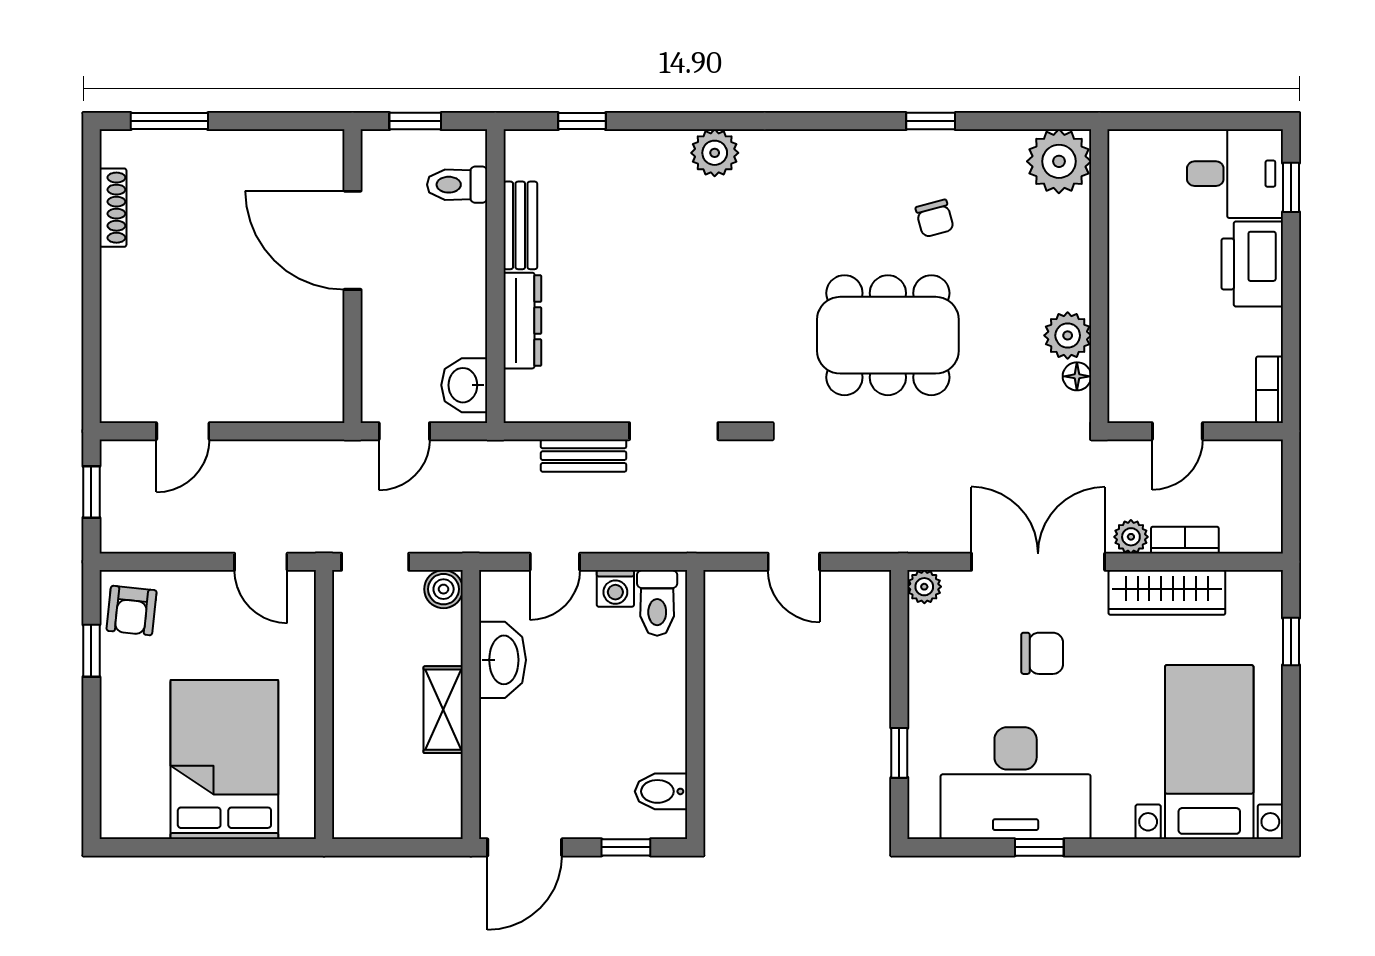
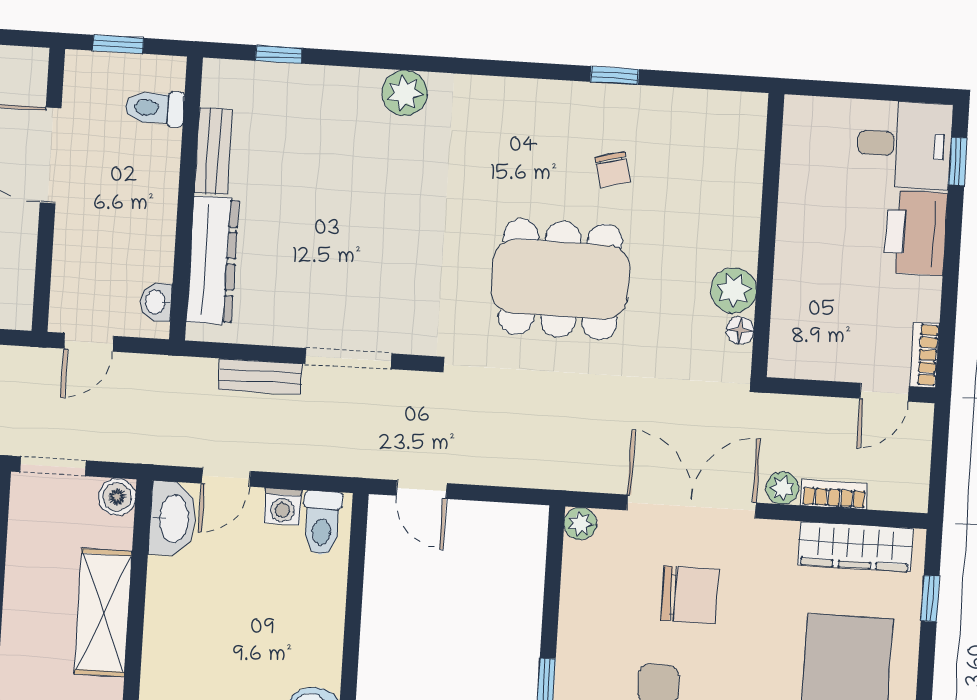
plant: (1059, 161) -> (736, 122), removed
dresser: (522, 321) -> (213, 260), width x1.37, depth x1.24
washbasin: (464, 385) -> (156, 302), width x0.72, depth x0.69
door: (1177, 431) -> (885, 392), moved
door: (794, 562) -> (421, 489), moved
wardrobe: (1167, 592) -> (855, 546), moved
chair: (1042, 653) -> (690, 595), width x1.37, depth x1.37
washbasin: (502, 660) -> (173, 519), moved
shelving: (443, 710) -> (103, 613), width x1.50, depth x1.33

